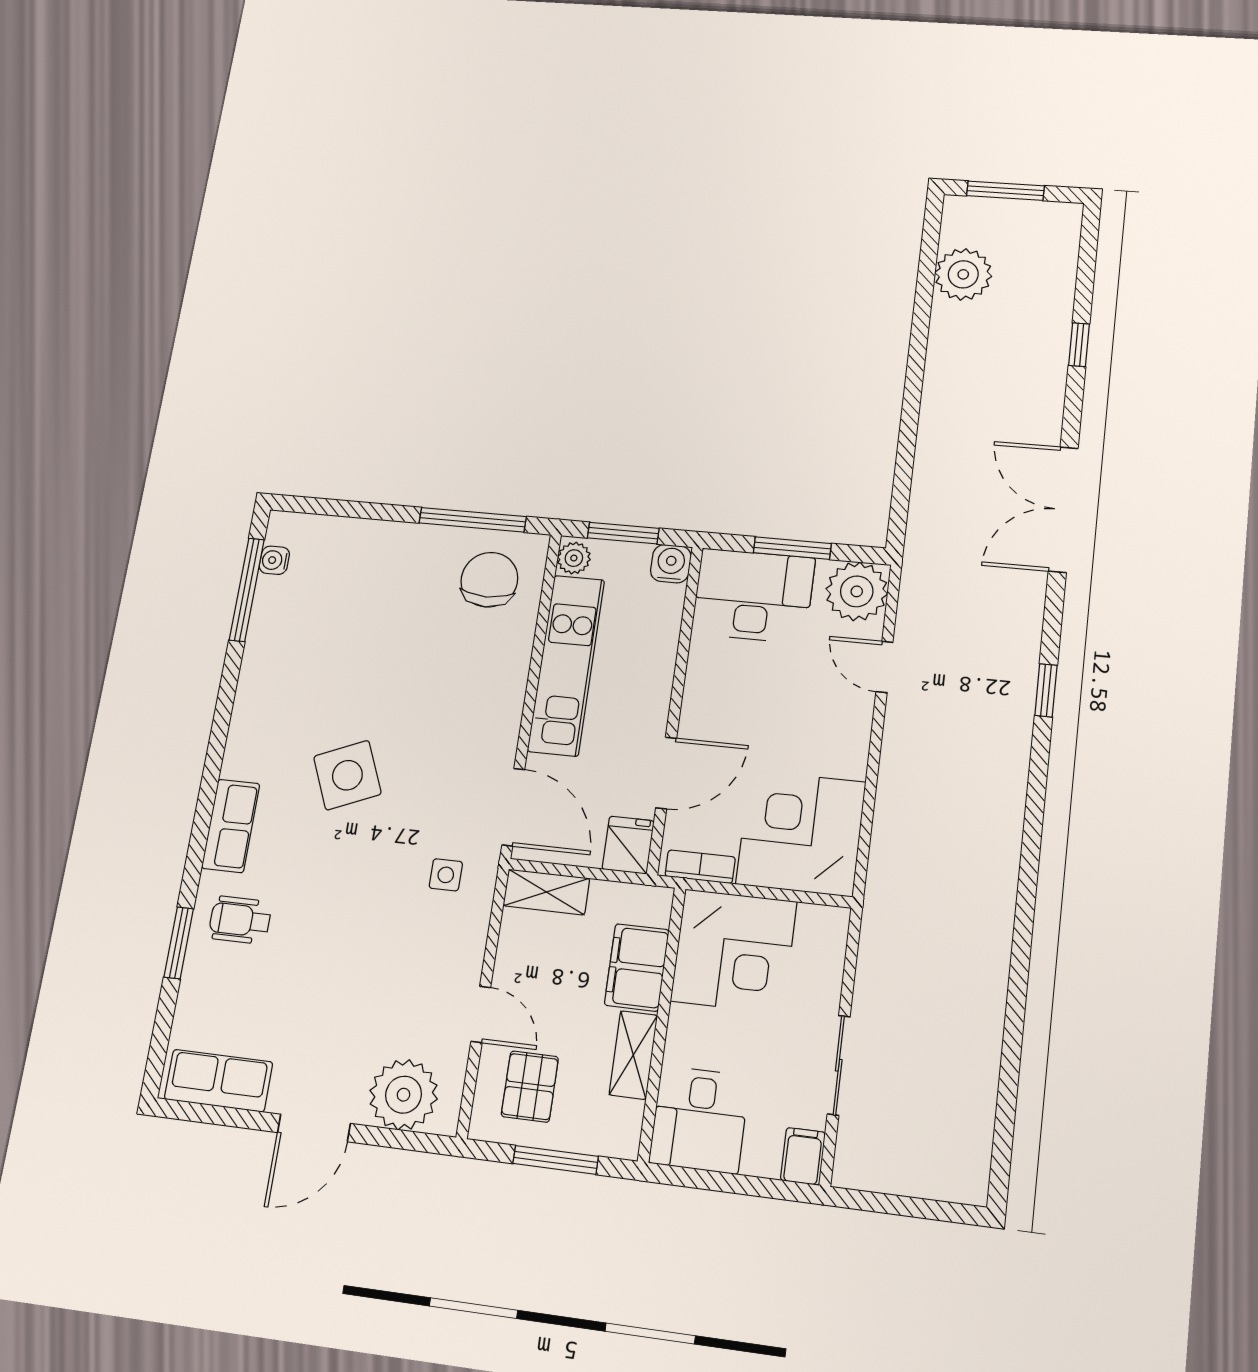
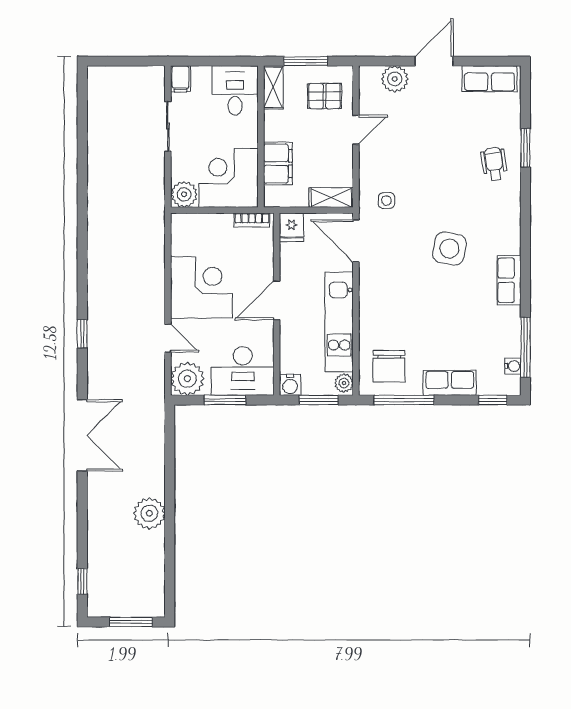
plant: (963, 274) -> (149, 513), moved
window: (1079, 345) -> (82, 581), moved
window: (319, 506) -> (493, 400), added
row of seats: (388, 542) -> (450, 383), added
door: (666, 773) -> (277, 300), moved
side table: (347, 775) -> (449, 249), turned 33
row of seats: (231, 826) -> (509, 280), moved
corner desk: (801, 833) -> (201, 287), moved, turned -90
wheelchair: (240, 920) -> (494, 164), turned -98
plant: (823, 930) -> (184, 194), added
door: (481, 1014) -> (356, 130), swing flipped
shelving: (633, 1055) -> (273, 87), moved
pallet: (530, 1087) -> (325, 96), turned 90
plant: (404, 1095) -> (395, 79), width x0.73, depth x0.73

